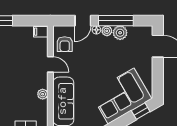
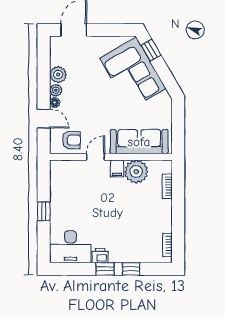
window: (116, 21) -> (44, 80), removed
filing cabinet: (41, 32) -> (117, 168), moved
plant: (43, 94) -> (136, 172), width x1.87, depth x1.87

